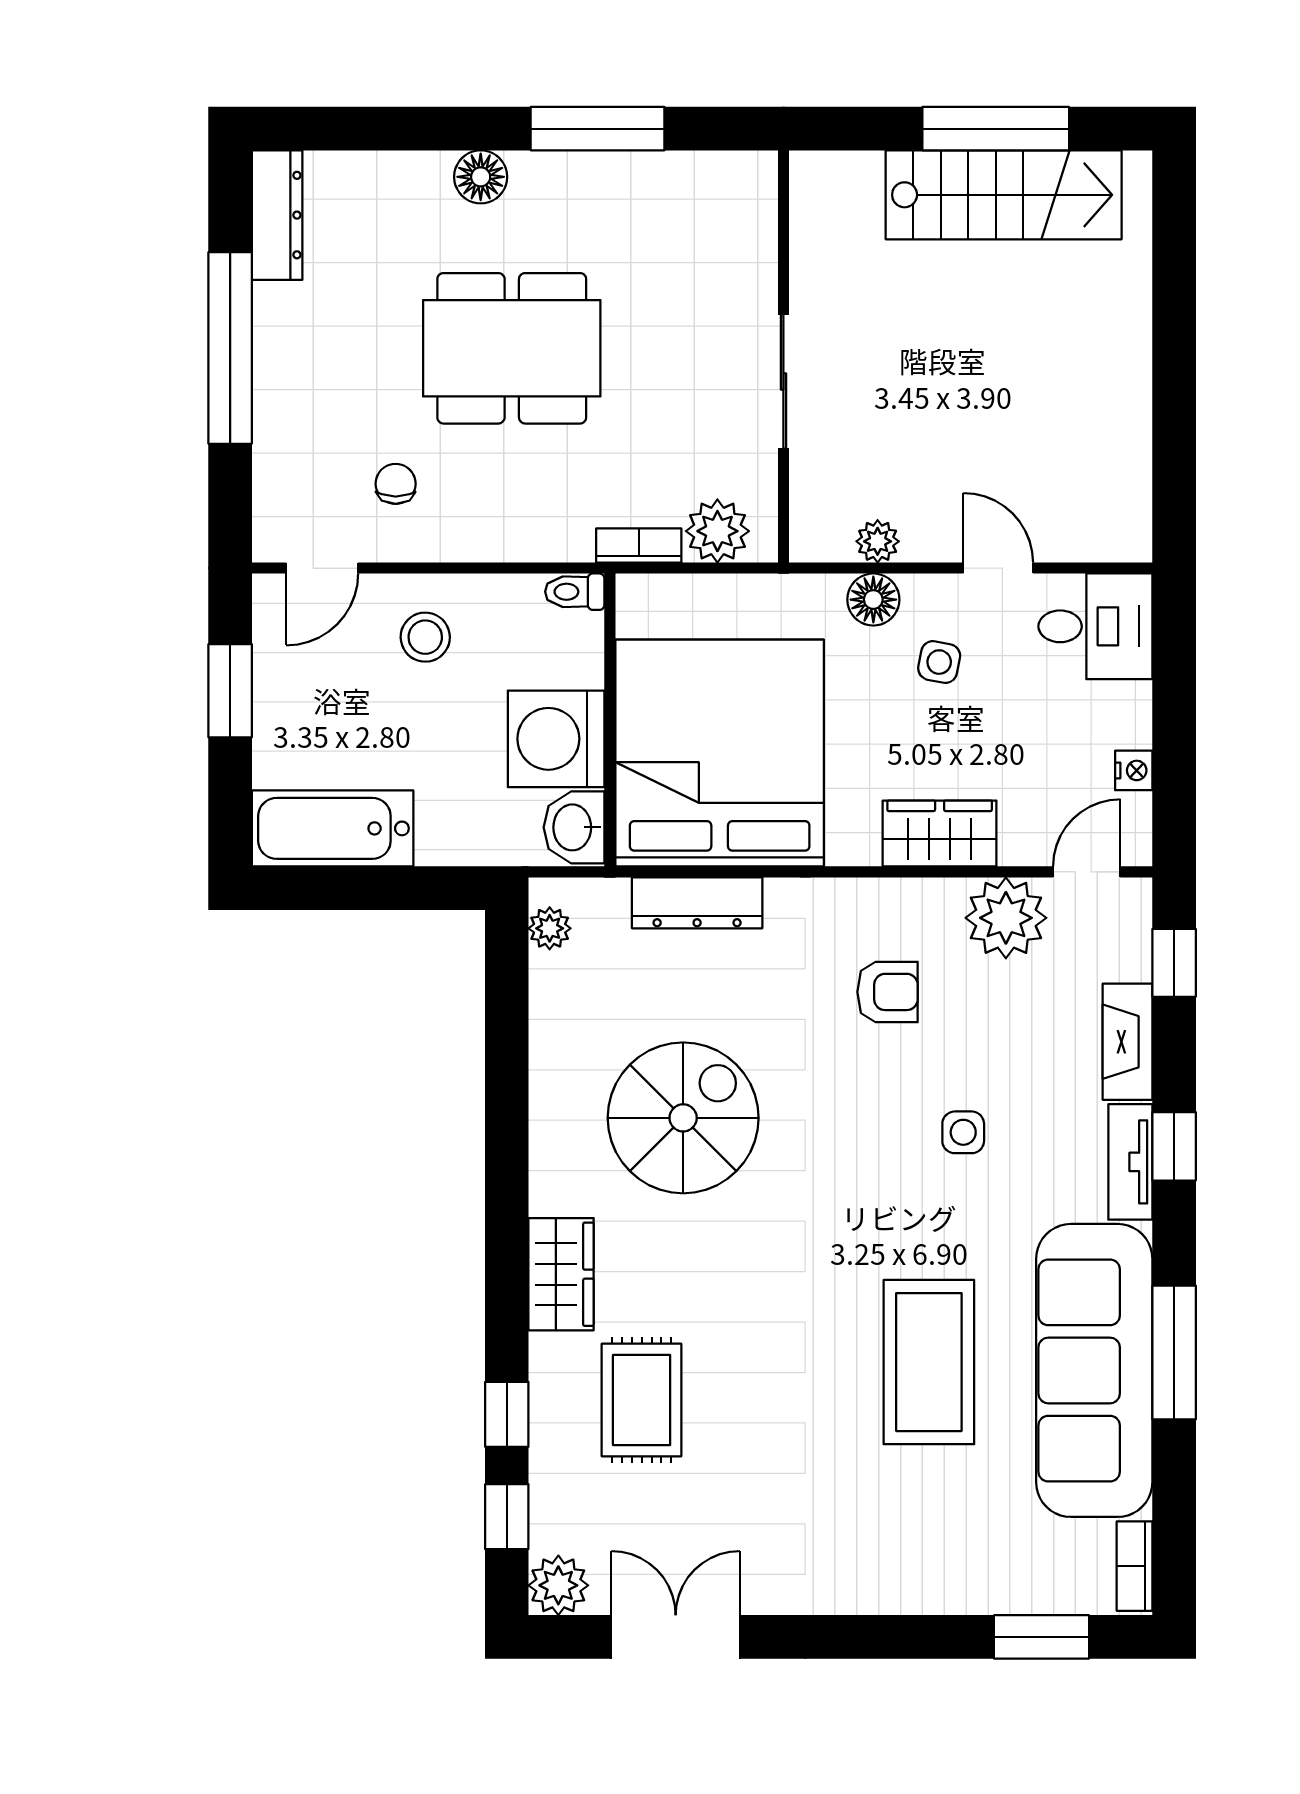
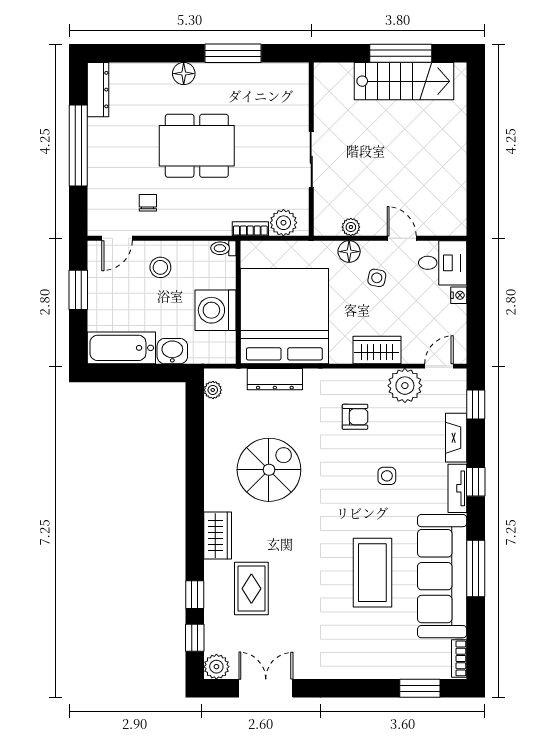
nightstand: (1134, 770) -> (459, 295), moved
washbasin: (574, 827) -> (172, 351), moved, turned 90

